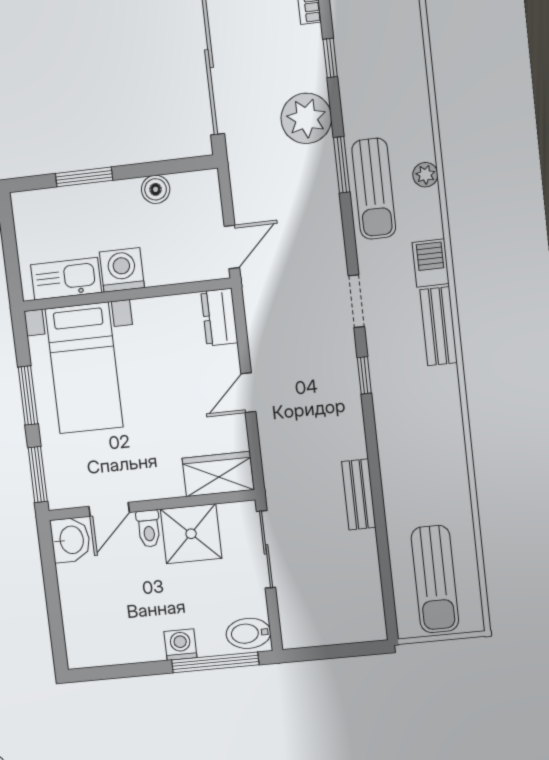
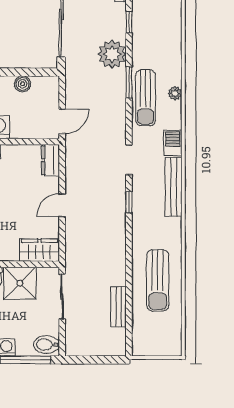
bench: (439, 326) -> (174, 187), width x1.36
bench: (359, 494) -> (119, 307), moved
sun lounger: (435, 579) -> (158, 280), moved

